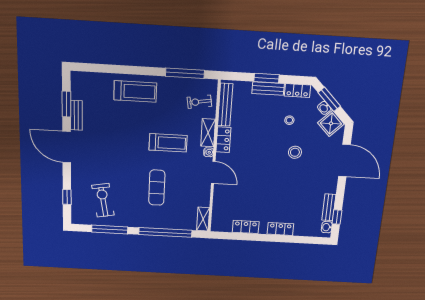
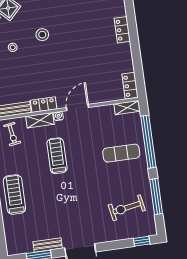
exercise mat: (157, 188) -> (121, 153), moved
window: (67, 197) -> (142, 241), moved
locker: (246, 227) -> (130, 86), moved

